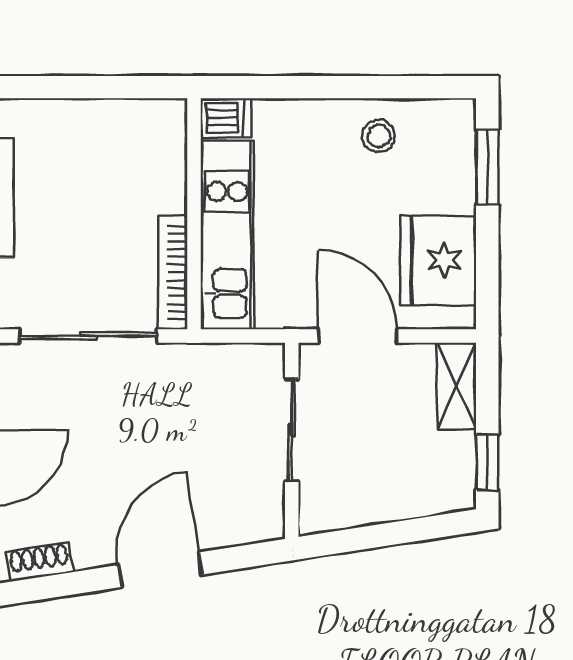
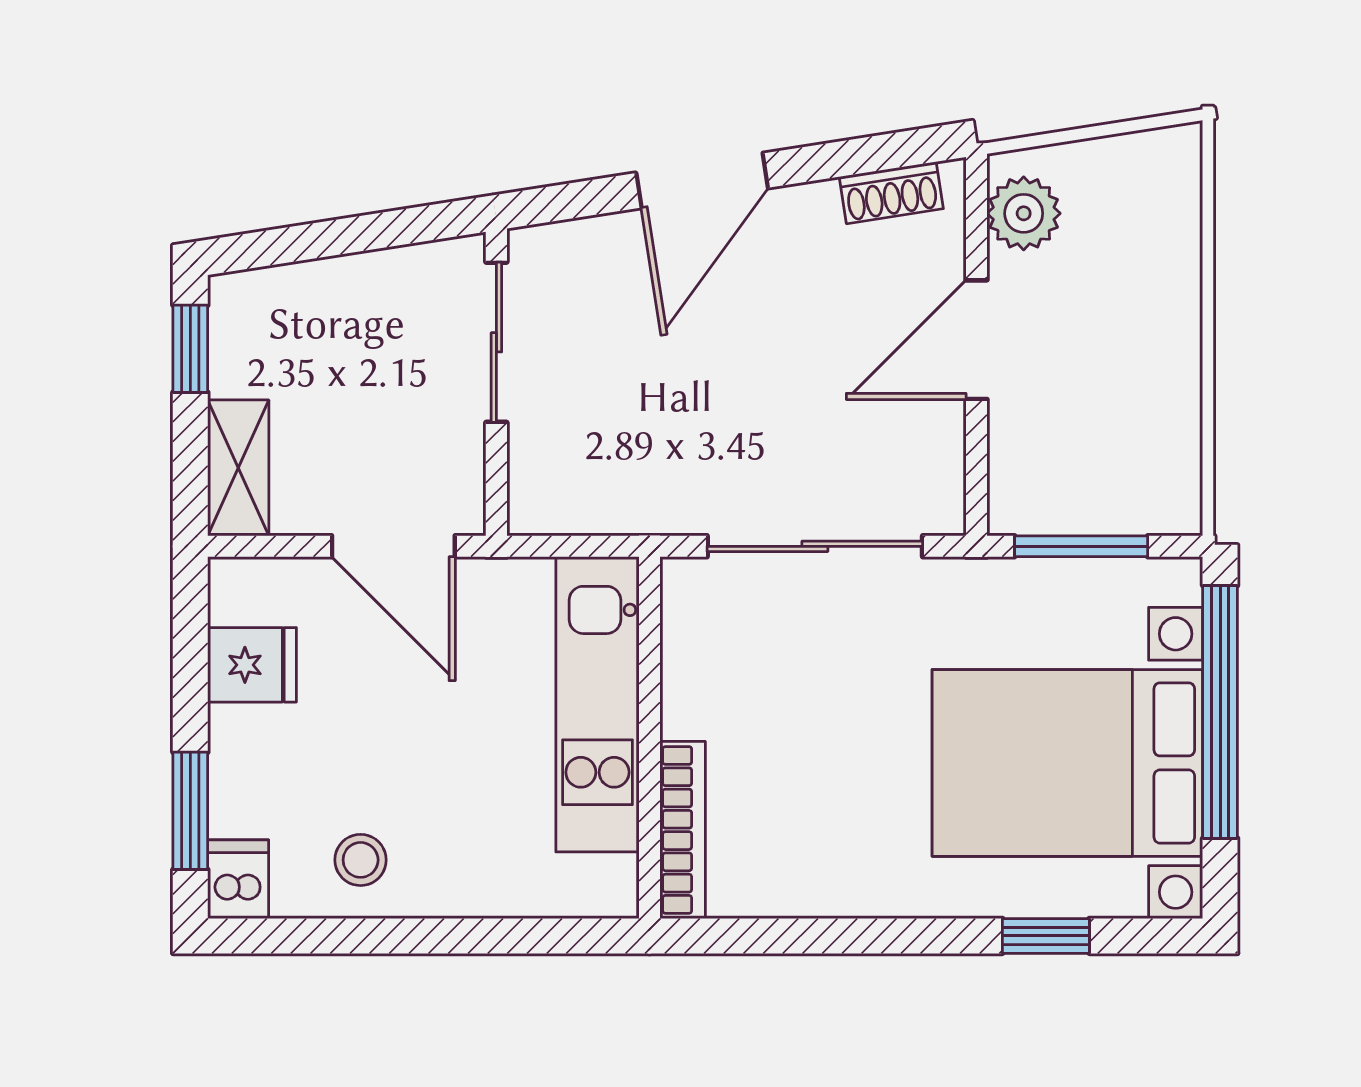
dishwasher: (226, 118) -> (238, 879), moved, turned 90
fridge: (438, 260) -> (252, 665), width x0.53, depth x0.75
bookcase: (173, 273) -> (683, 830), moved
sliding door: (292, 430) -> (496, 342), moved

